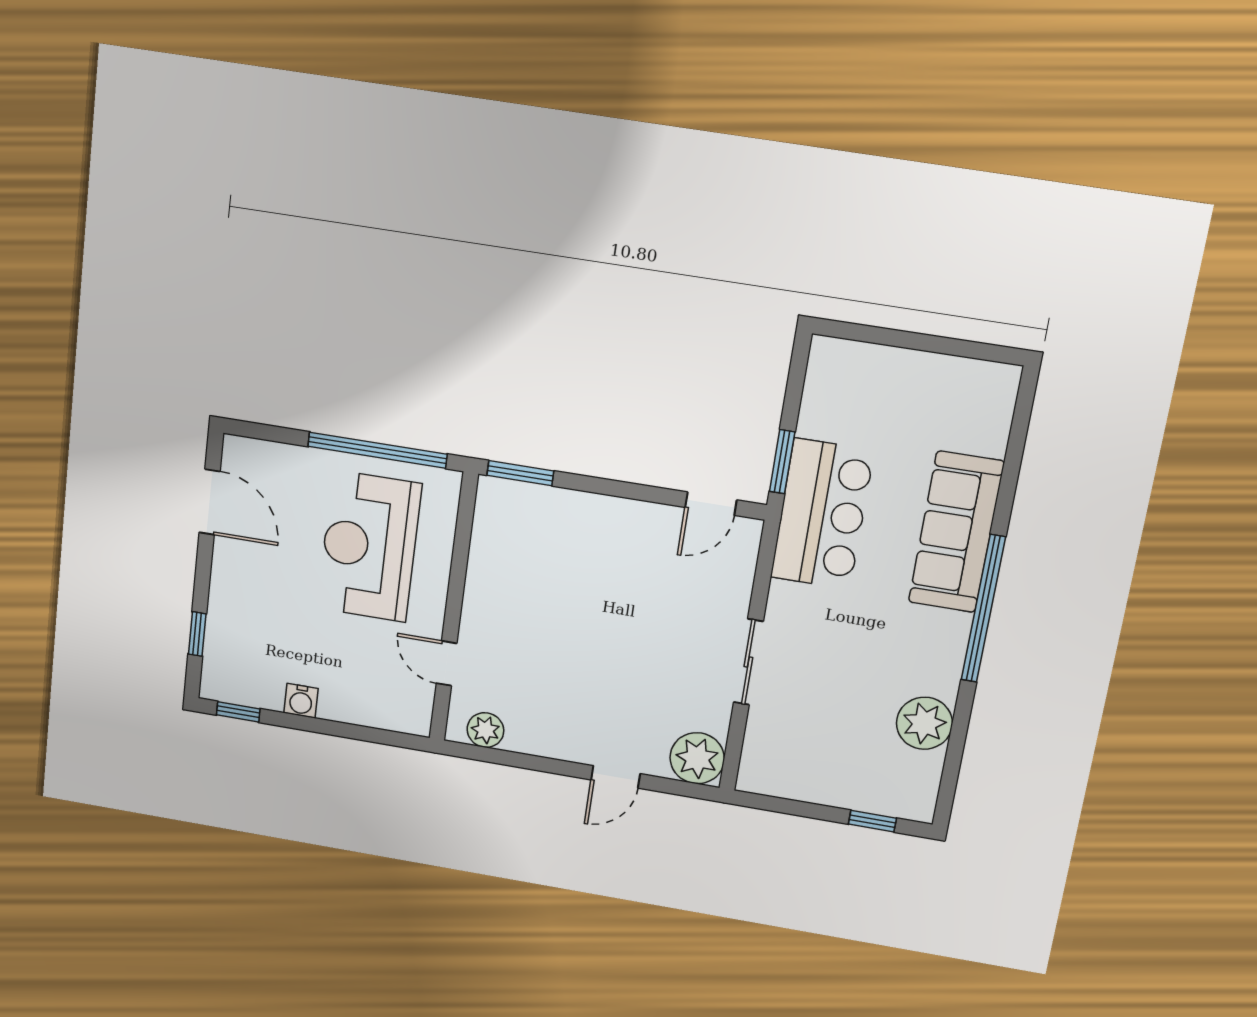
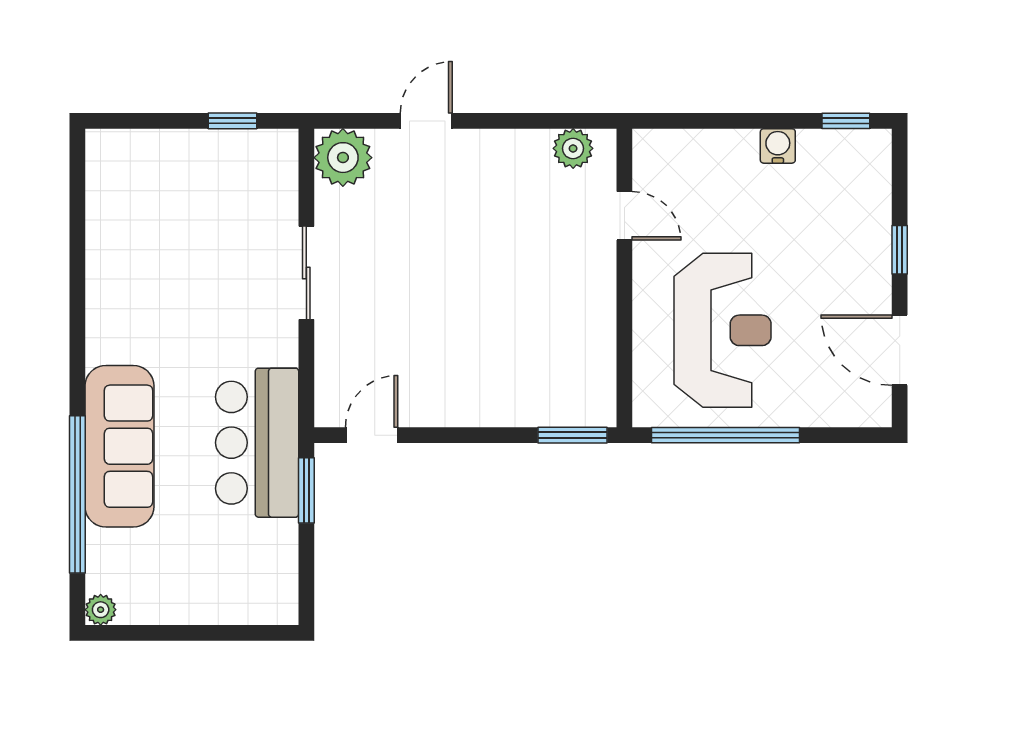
window: (983, 609) -> (77, 494), moved
window: (197, 634) -> (900, 250), moved
plant: (924, 723) -> (101, 610), moved, width x0.53, depth x0.53
window: (872, 821) -> (232, 121), moved

